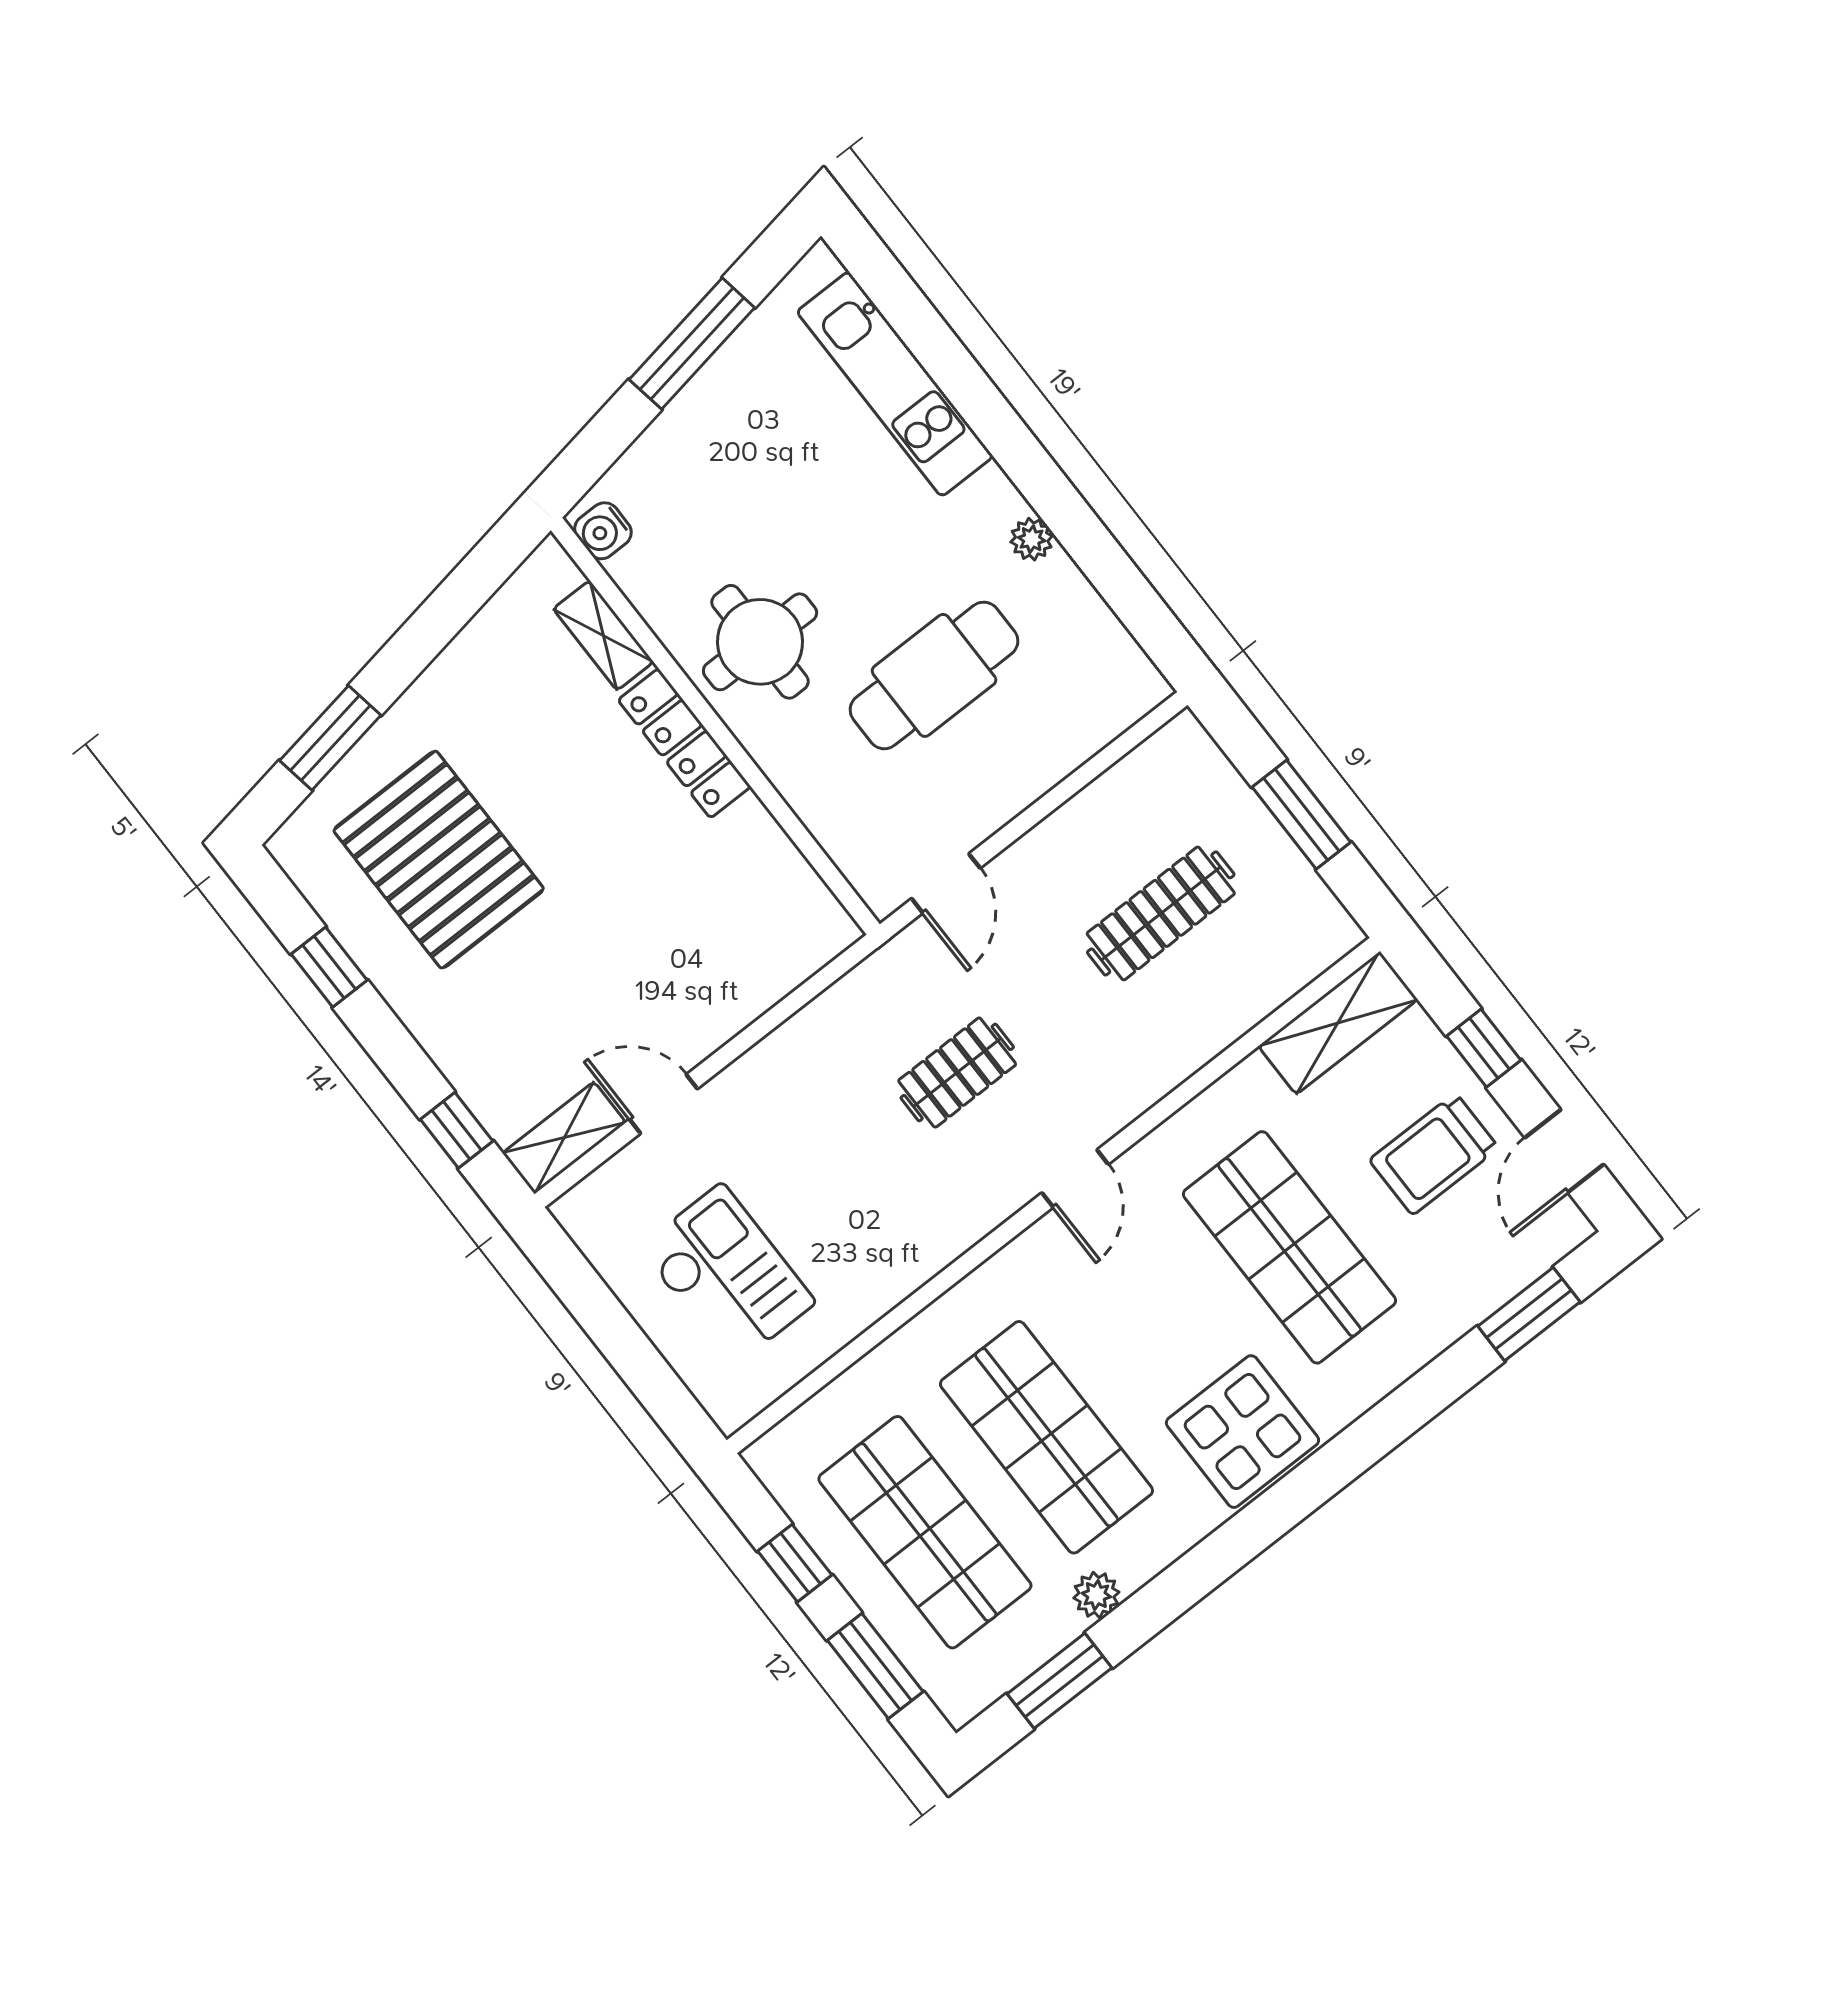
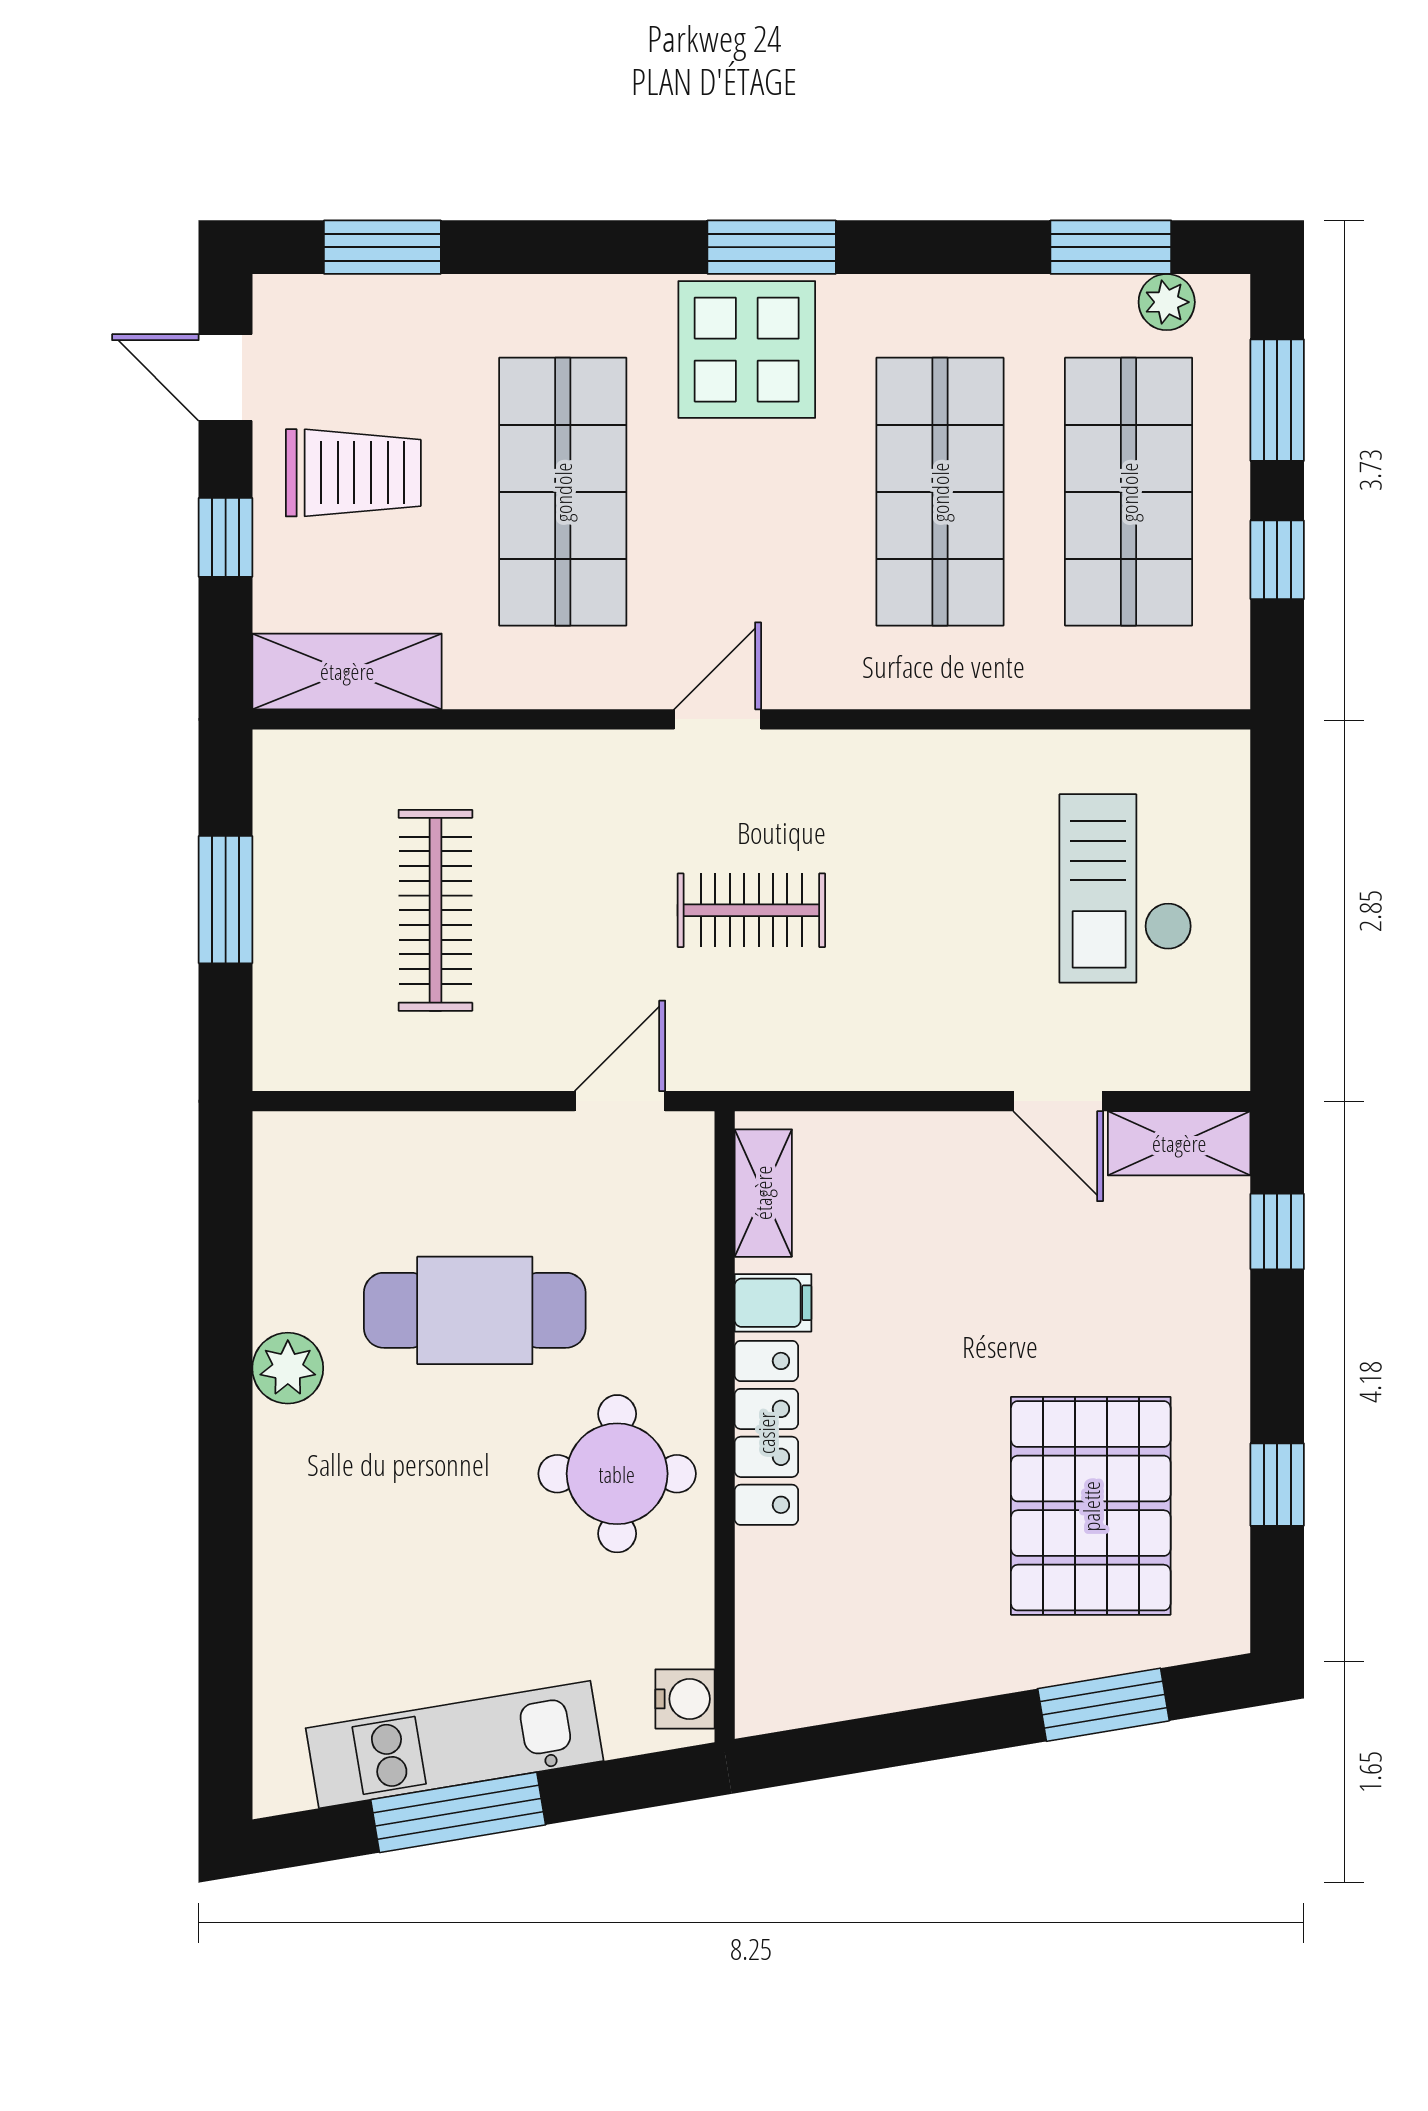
kitchen unit: (895, 384) -> (455, 1744), moved, turned -99
plant: (1032, 539) -> (288, 1368), width x1.38, depth x1.38
shelving: (603, 635) -> (763, 1193), moved
filing cabinet: (746, 830) -> (773, 1303), added
clothes rail: (1161, 913) -> (435, 910), turned 90
door: (1564, 1151) -> (226, 378), swing flipped
window: (1278, 1510) -> (772, 247), added
plant: (1096, 1595) -> (1167, 302), moved

